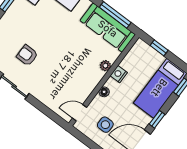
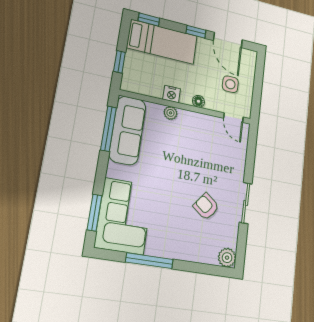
armchair: (27, 55) -> (206, 207), turned 128

